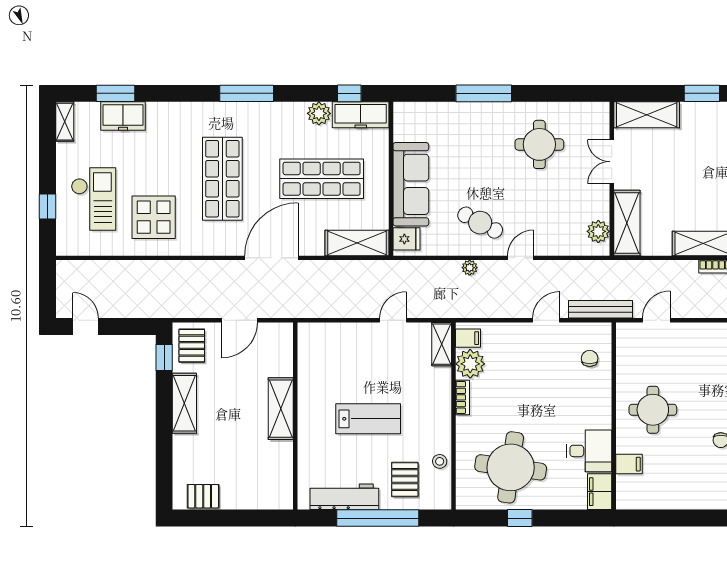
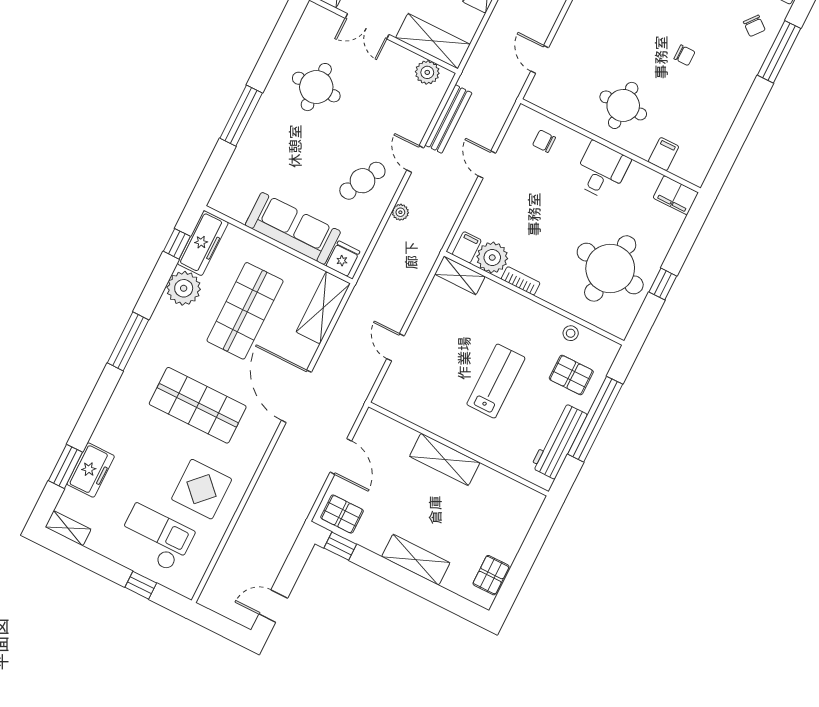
plant: (319, 113) -> (184, 288), width x1.36, depth x1.36
bench: (600, 309) -> (448, 119), moved
door: (393, 320) -> (395, 347), moved
shelving: (184, 403) -> (416, 560), moved
desk: (589, 451) -> (601, 171), moved

